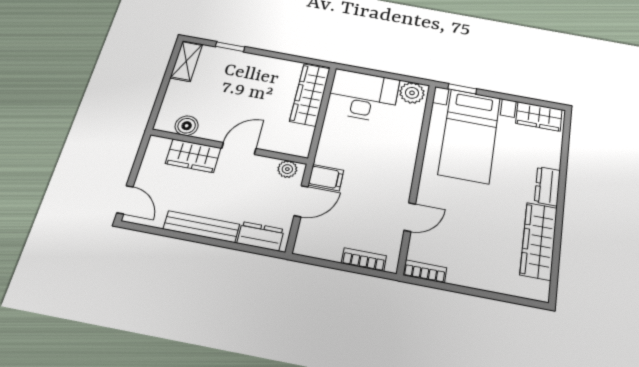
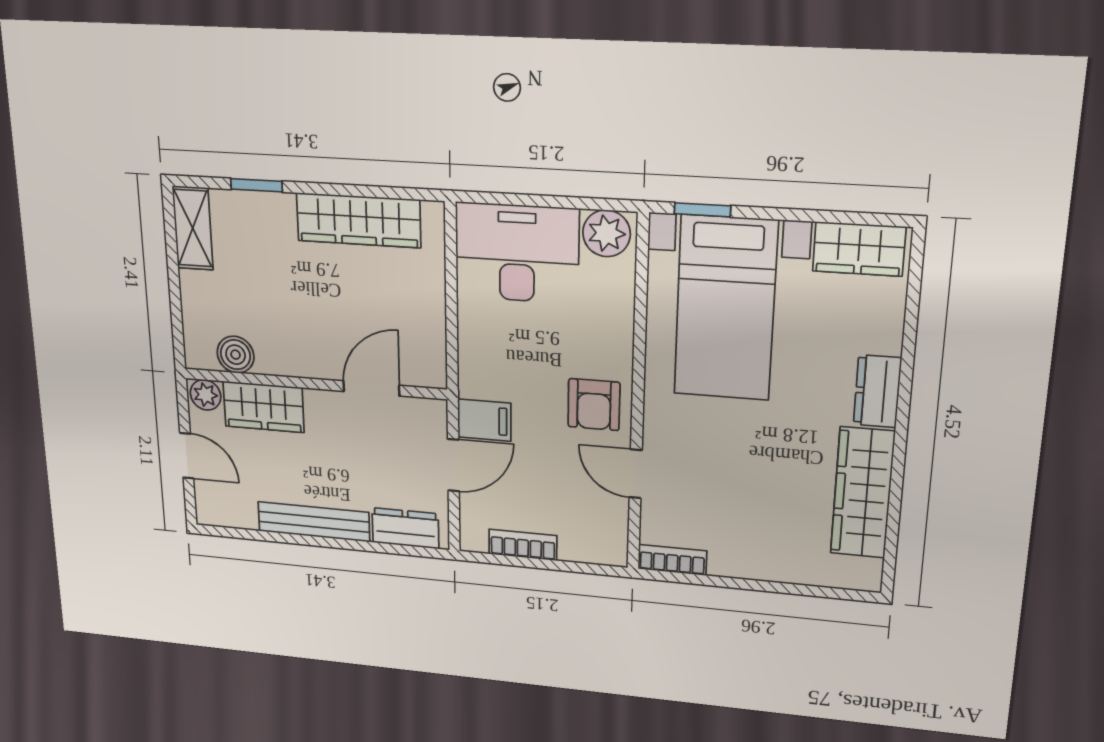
wardrobe: (310, 95) -> (358, 220), moved, turned -90
door: (239, 148) -> (371, 388), moved
plant: (287, 169) -> (206, 395), moved
armchair: (391, 176) -> (594, 405), added
door: (125, 200) -> (187, 456), moved
door: (410, 217) -> (636, 474), swing flipped
bookcase: (364, 259) -> (523, 545), moved

